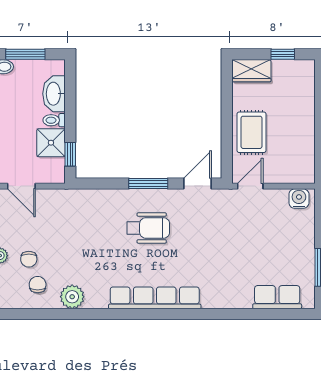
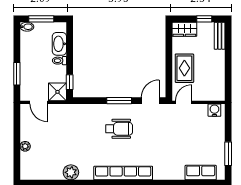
bench: (307, 81) -> (220, 36), added
shower: (51, 143) -> (57, 92), moved
chair: (29, 259) -> (43, 149), removed
chair: (38, 285) -> (49, 165), removed

